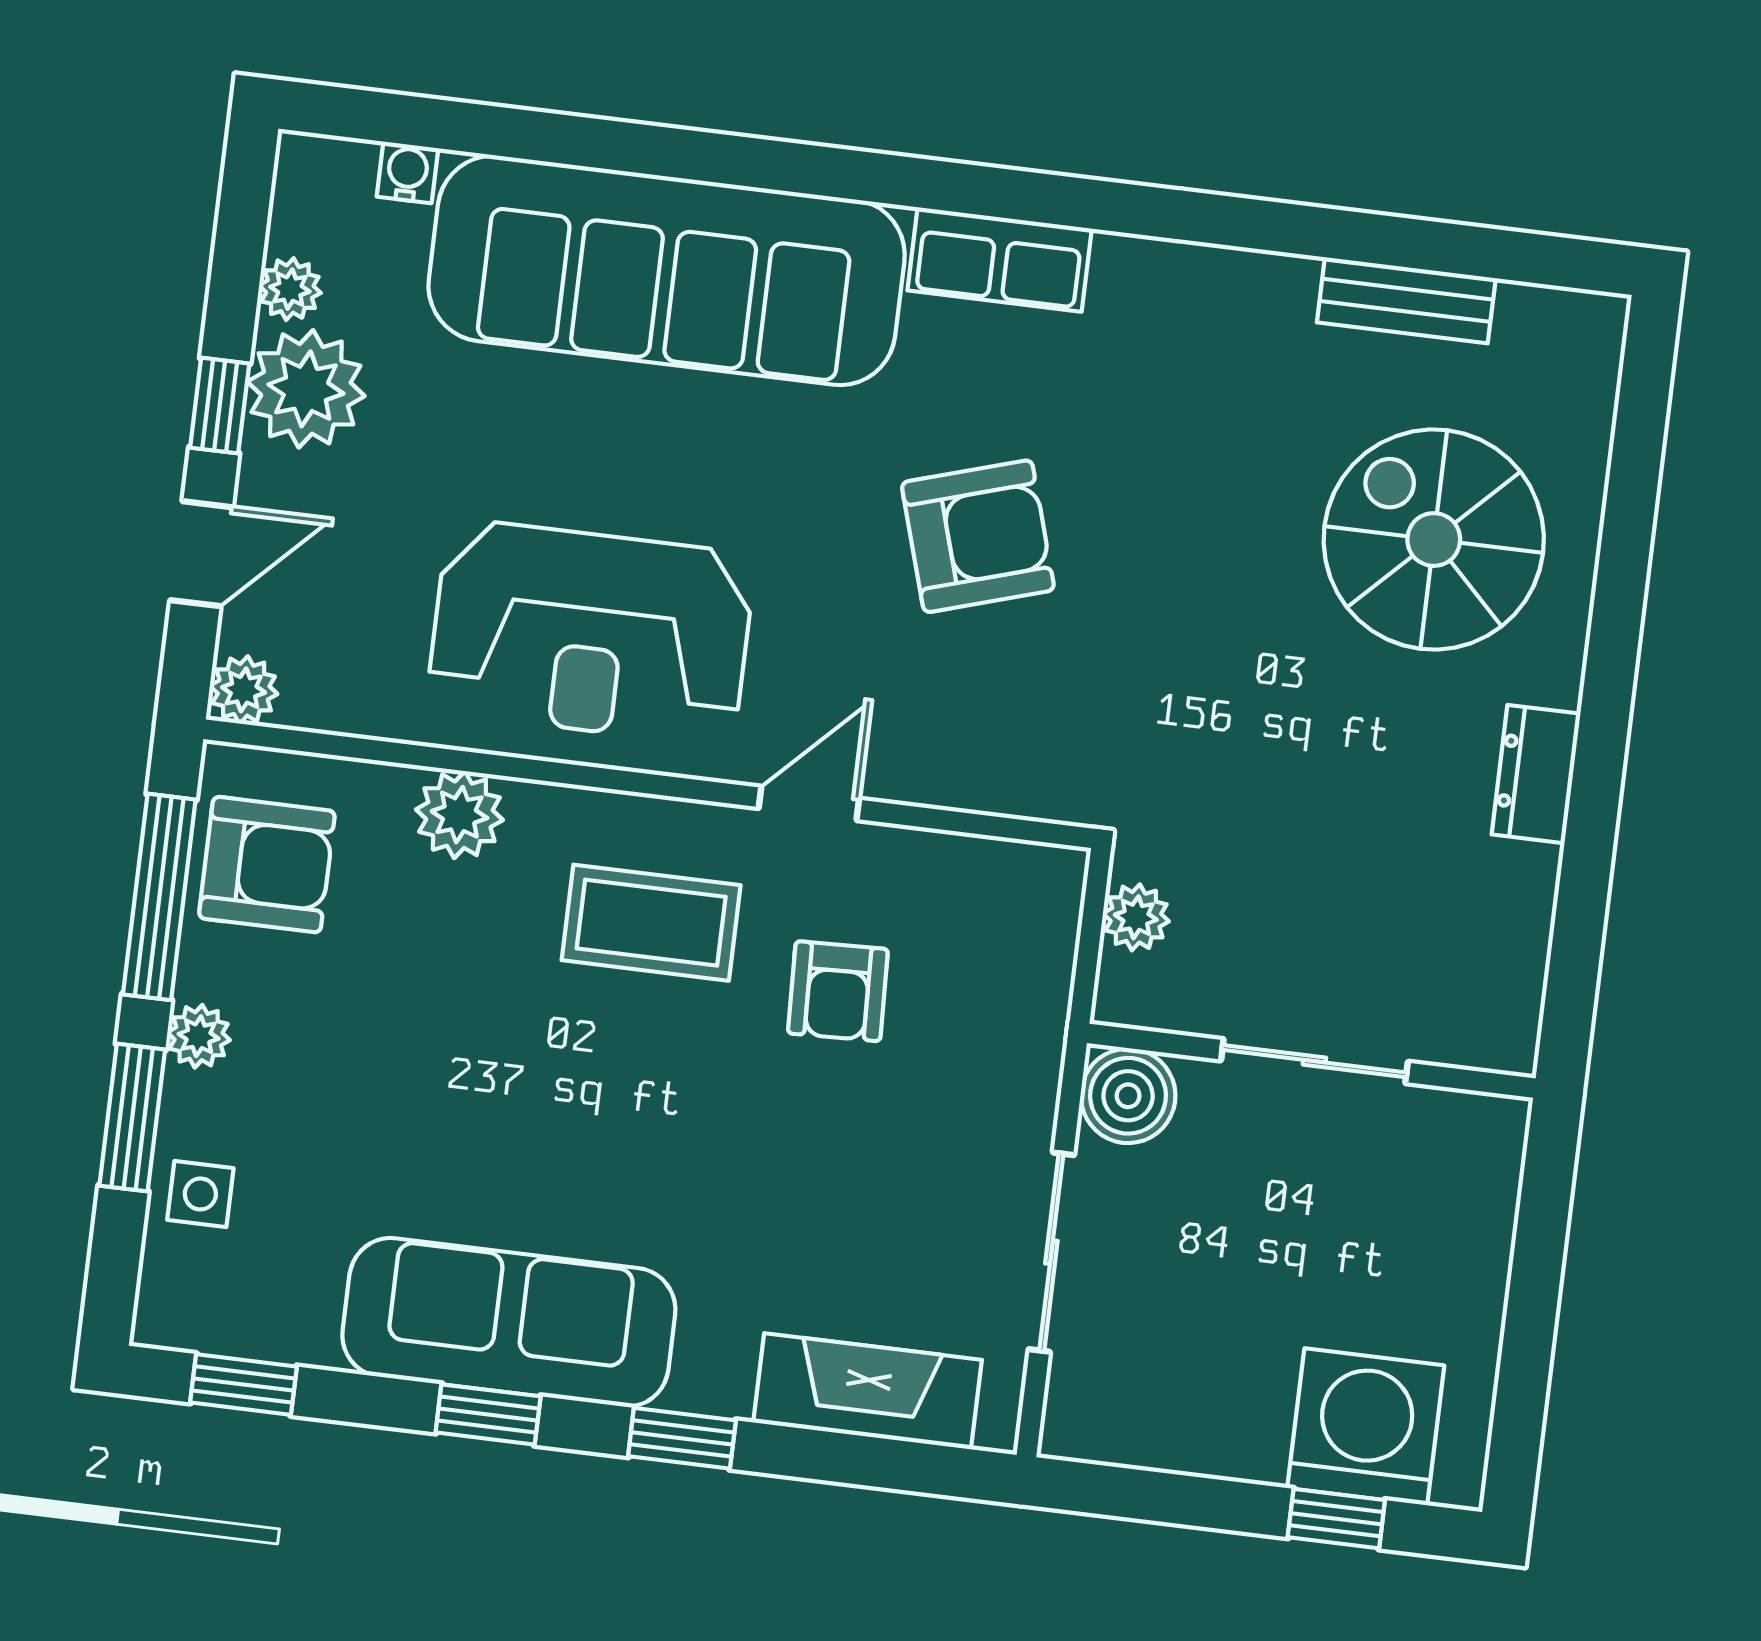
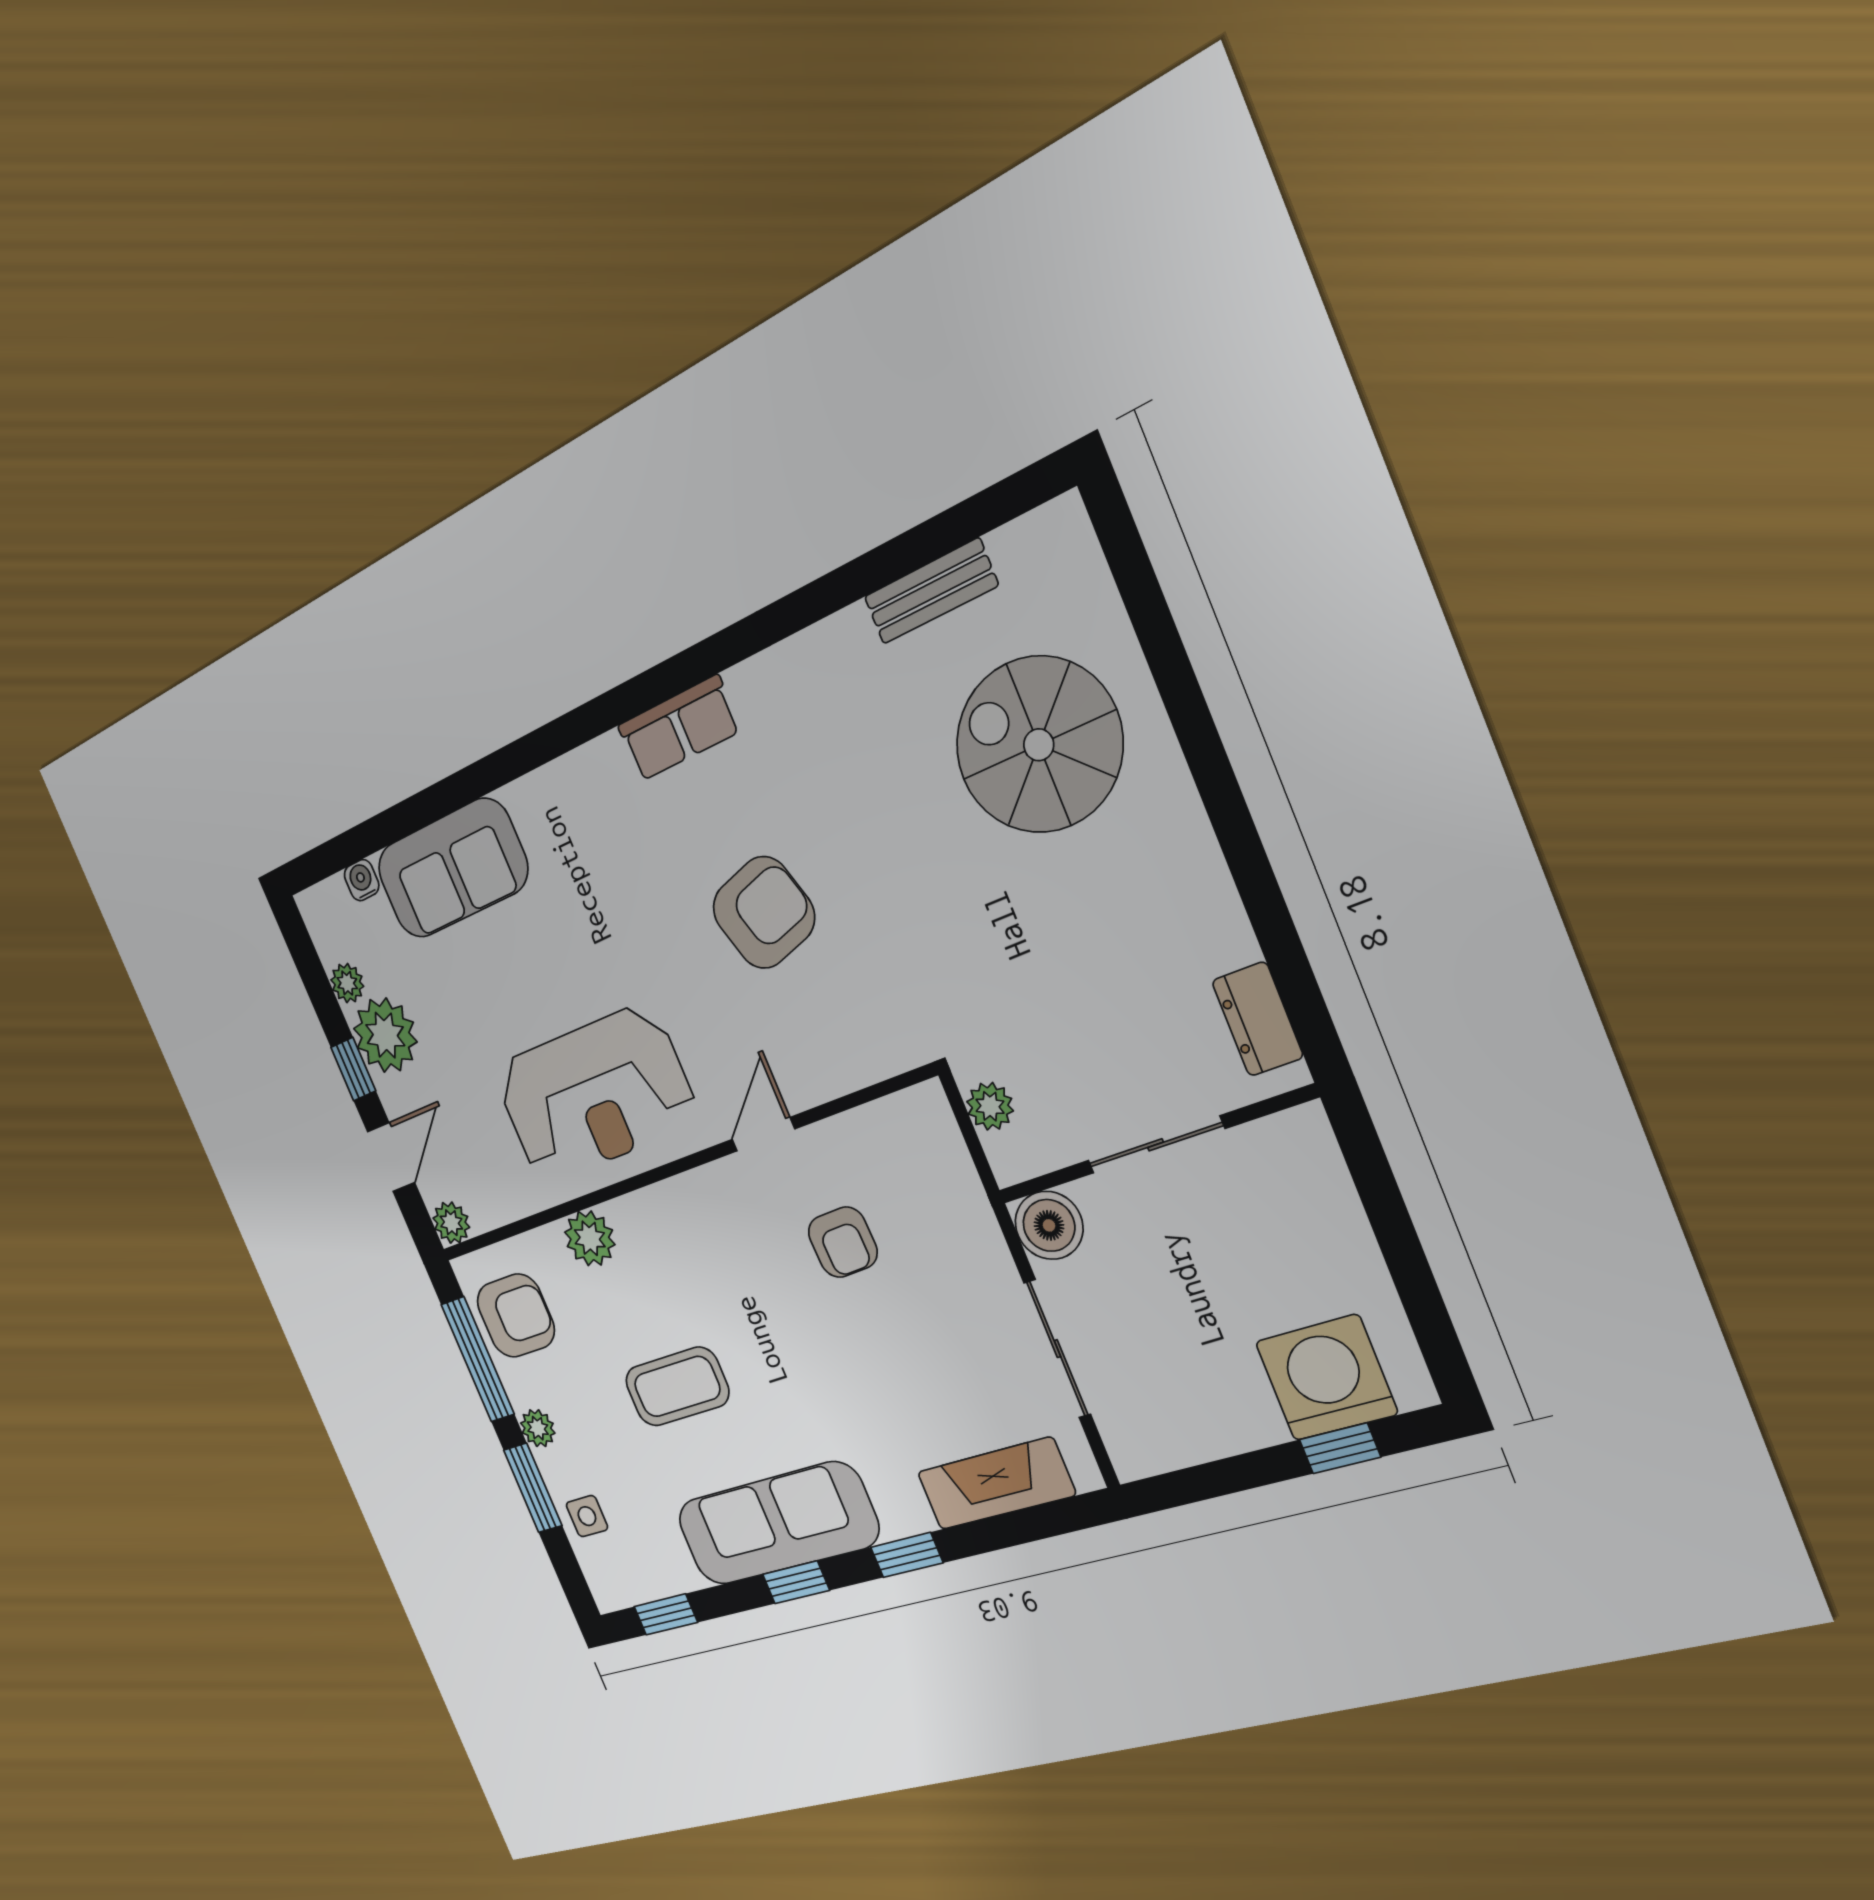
sofa: (667, 270) -> (452, 869), width x0.54, depth x0.79
dresser: (1536, 774) -> (1258, 1019), moved
coffee table: (651, 923) -> (677, 1387), moved

